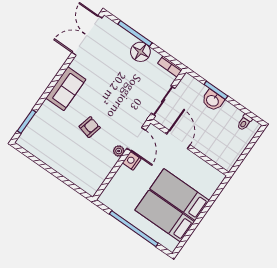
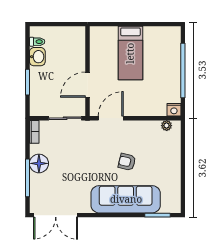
sofa: (66, 89) -> (126, 199), width x1.85, depth x1.27
washbasin: (213, 100) -> (37, 57), moved
plant: (119, 151) -> (167, 126), moved
nightstand: (132, 161) -> (174, 110), moved
bed: (165, 216) -> (156, 53), removed

